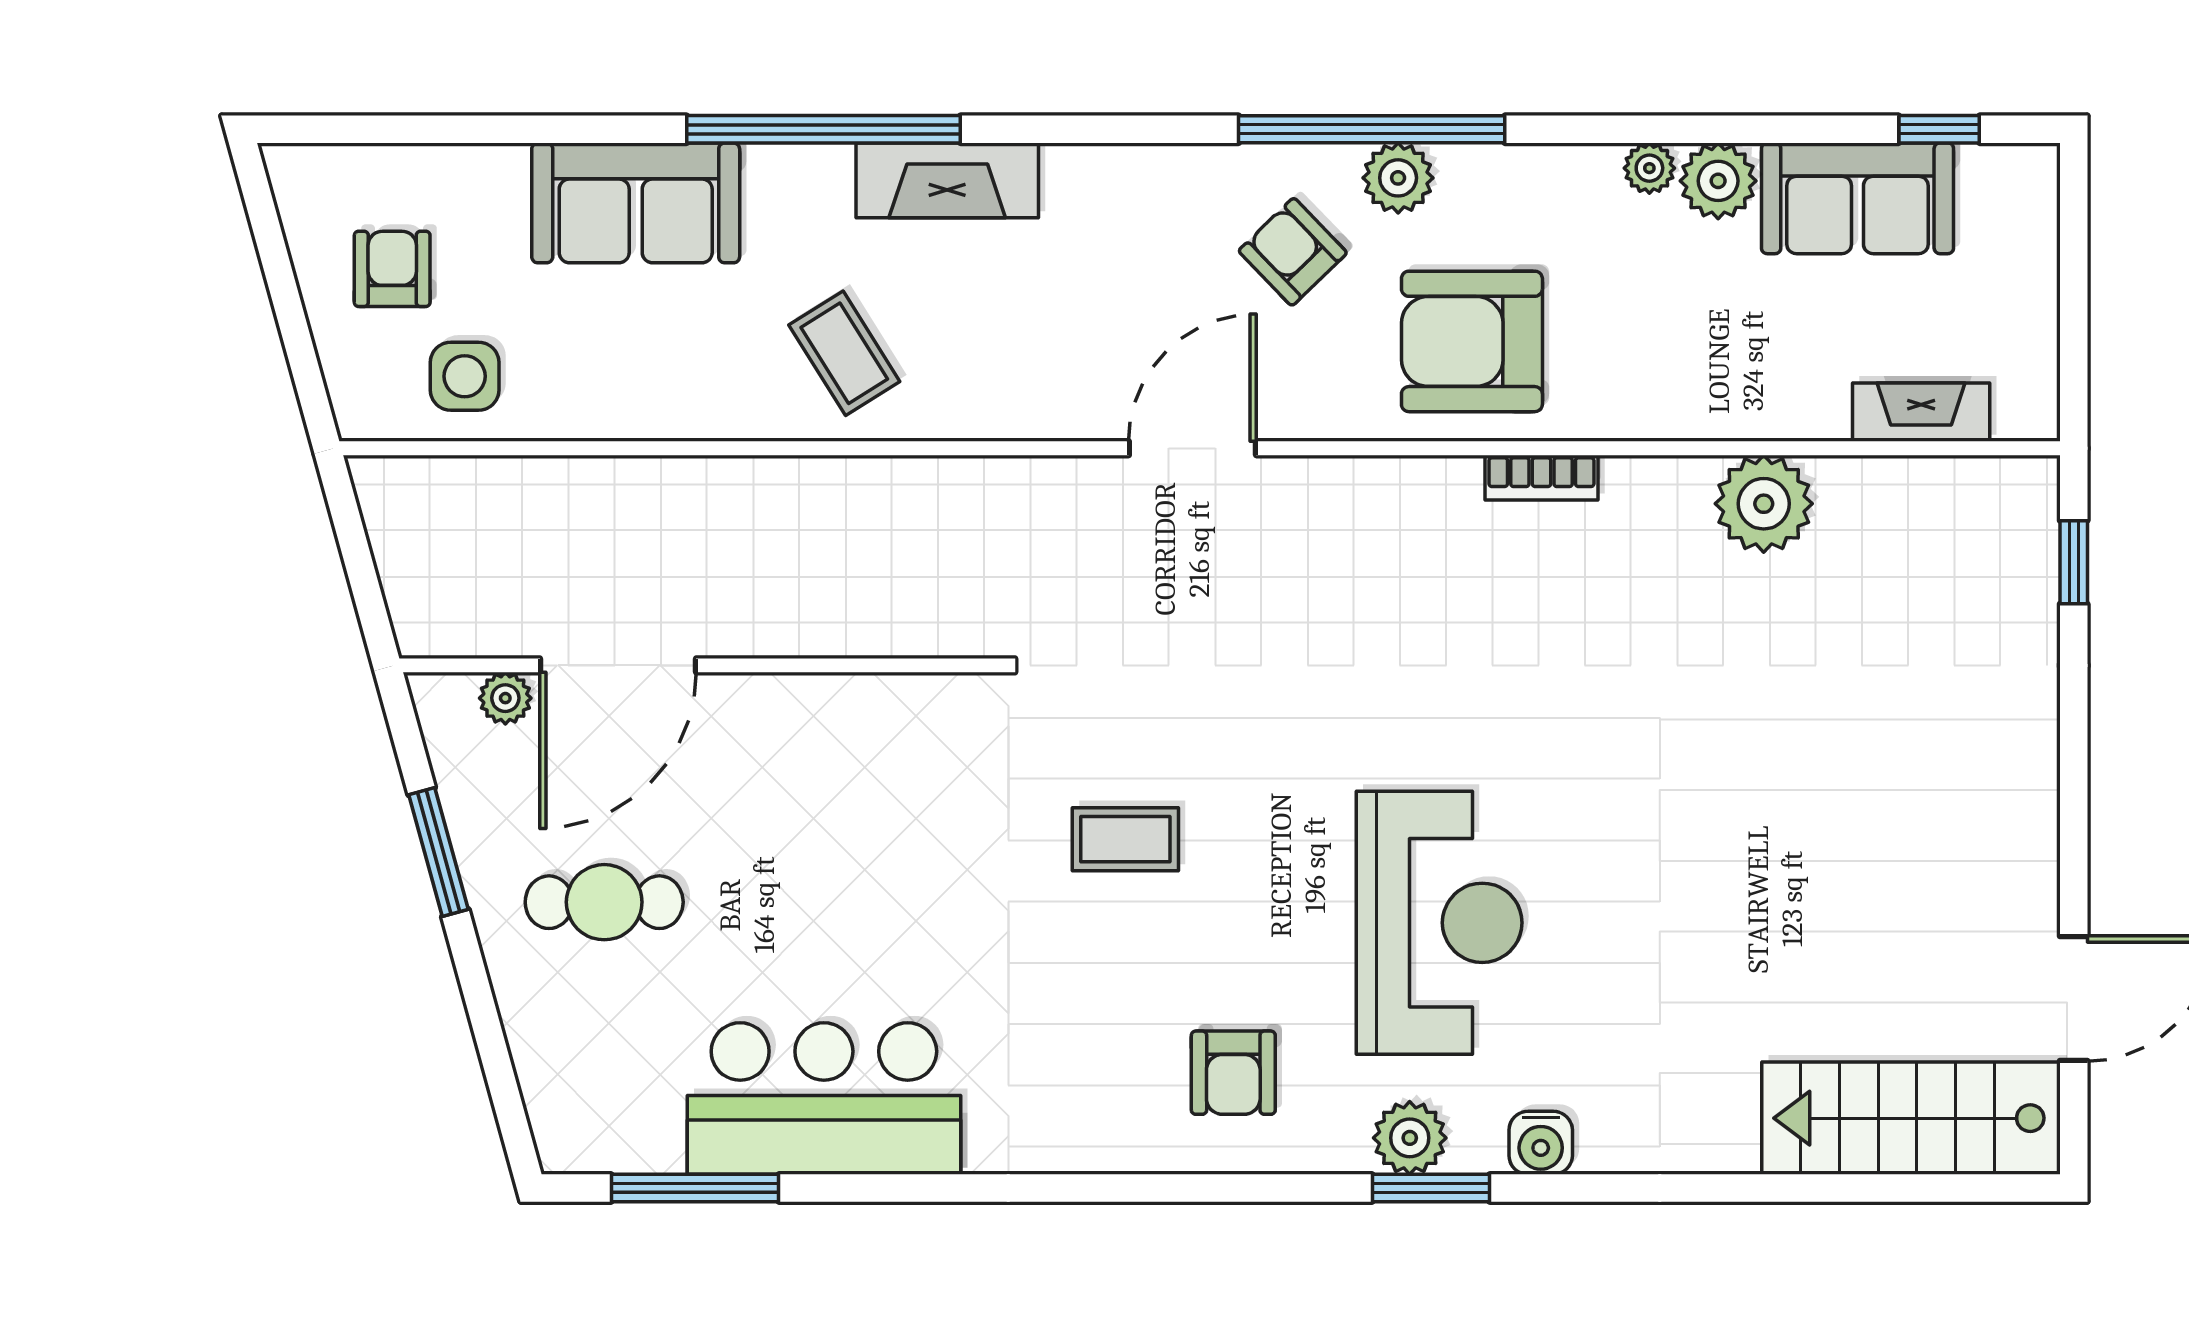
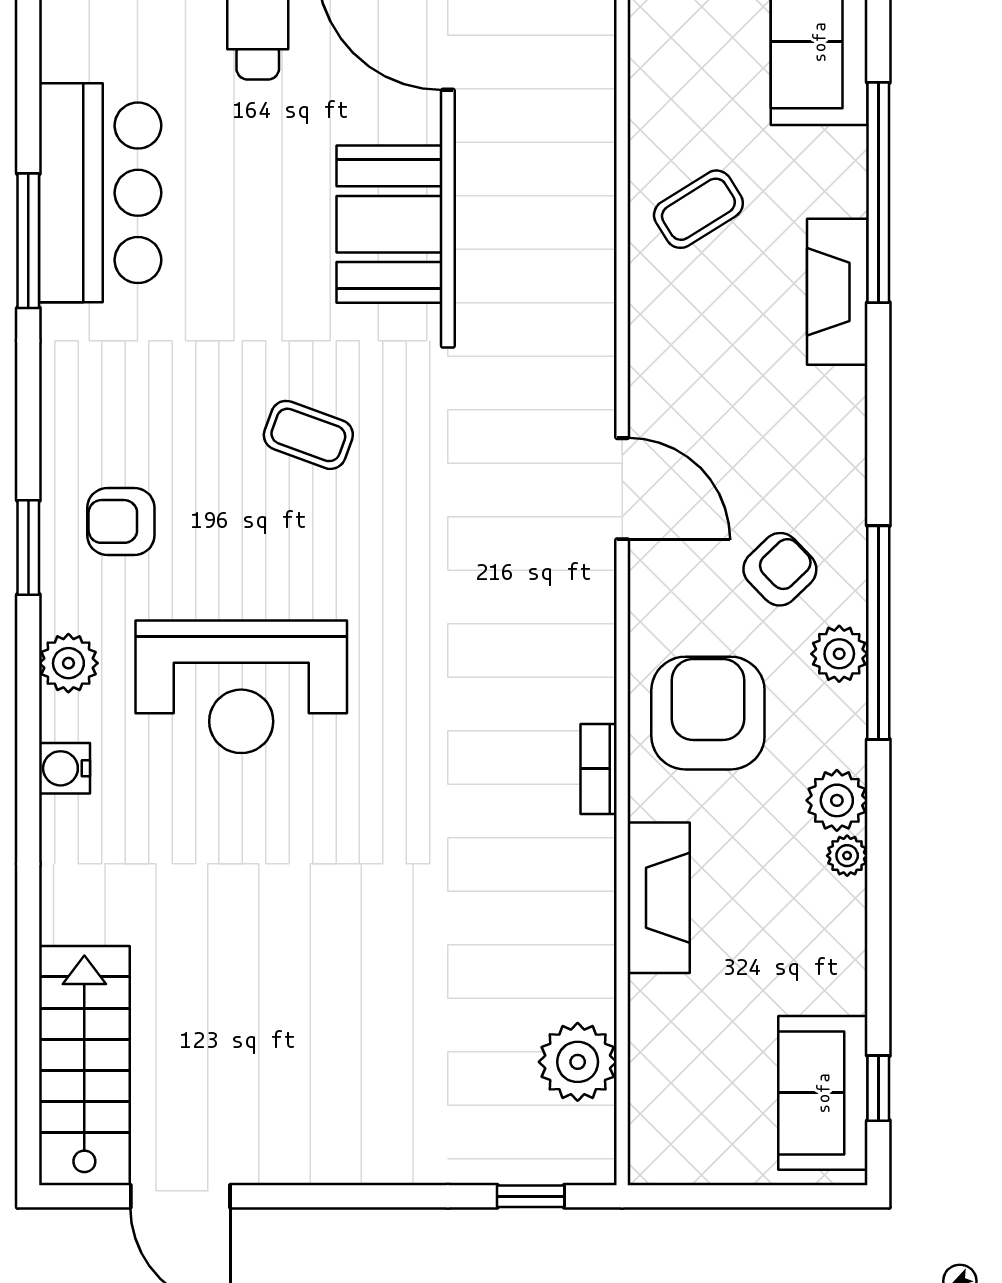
plant: (1718, 181) -> (837, 800), moved
sofa: (1857, 198) -> (823, 1093), moved
fireplace: (1921, 412) -> (659, 898), moved, width x1.37, depth x1.32
plant: (1764, 504) -> (578, 1062), moved
booth: (863, 738) -> (390, 224), added
coffee table: (1125, 839) -> (308, 435), turned -70
window: (695, 1188) -> (28, 241), moved
window: (1431, 1188) -> (28, 548), moved

